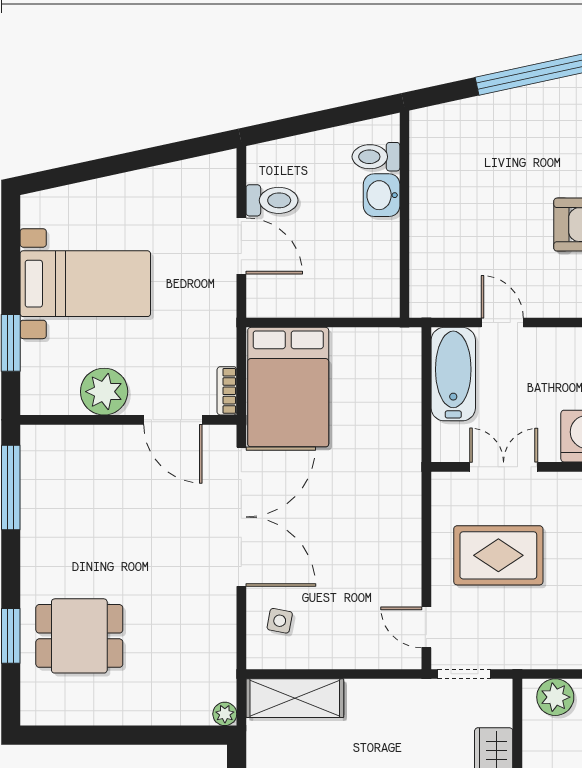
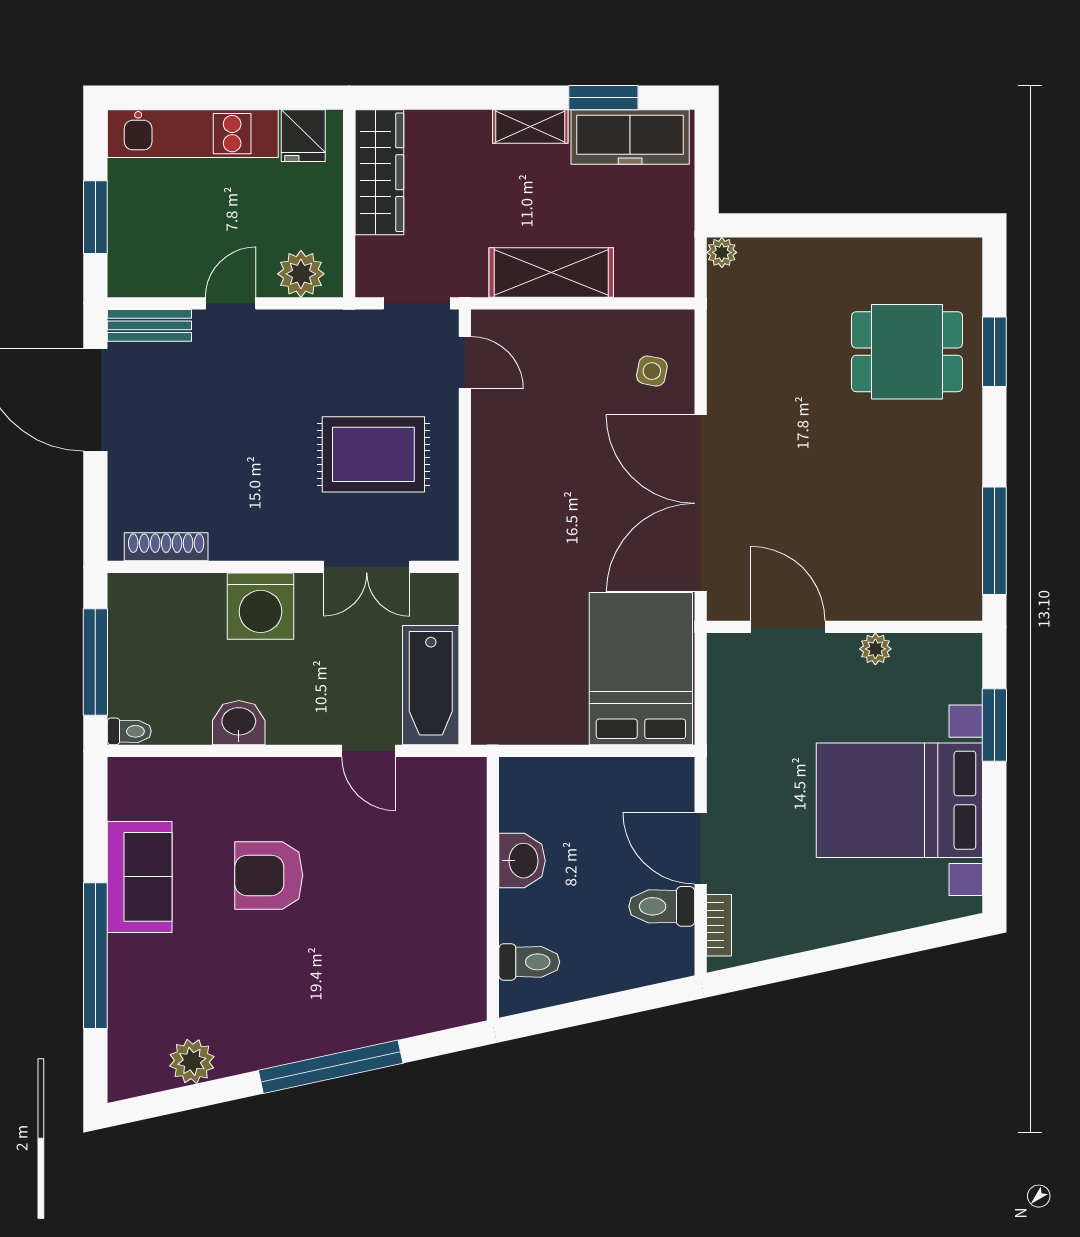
washbasin: (382, 195) -> (522, 861), moved
bed with nightstands: (85, 284) -> (899, 800), width x1.36
bookcase: (227, 391) -> (719, 925), moved
plant: (104, 392) -> (875, 649), width x0.53, depth x0.53
shelving: (295, 698) -> (551, 272), moved

